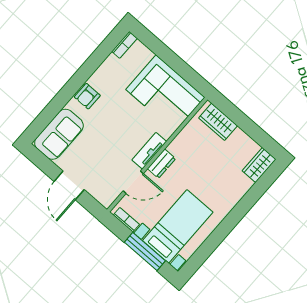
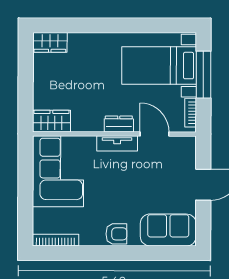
bookcase: (125, 45) -> (55, 240), width x1.56
wardrobe: (218, 122) -> (51, 121), moved, turned -90

